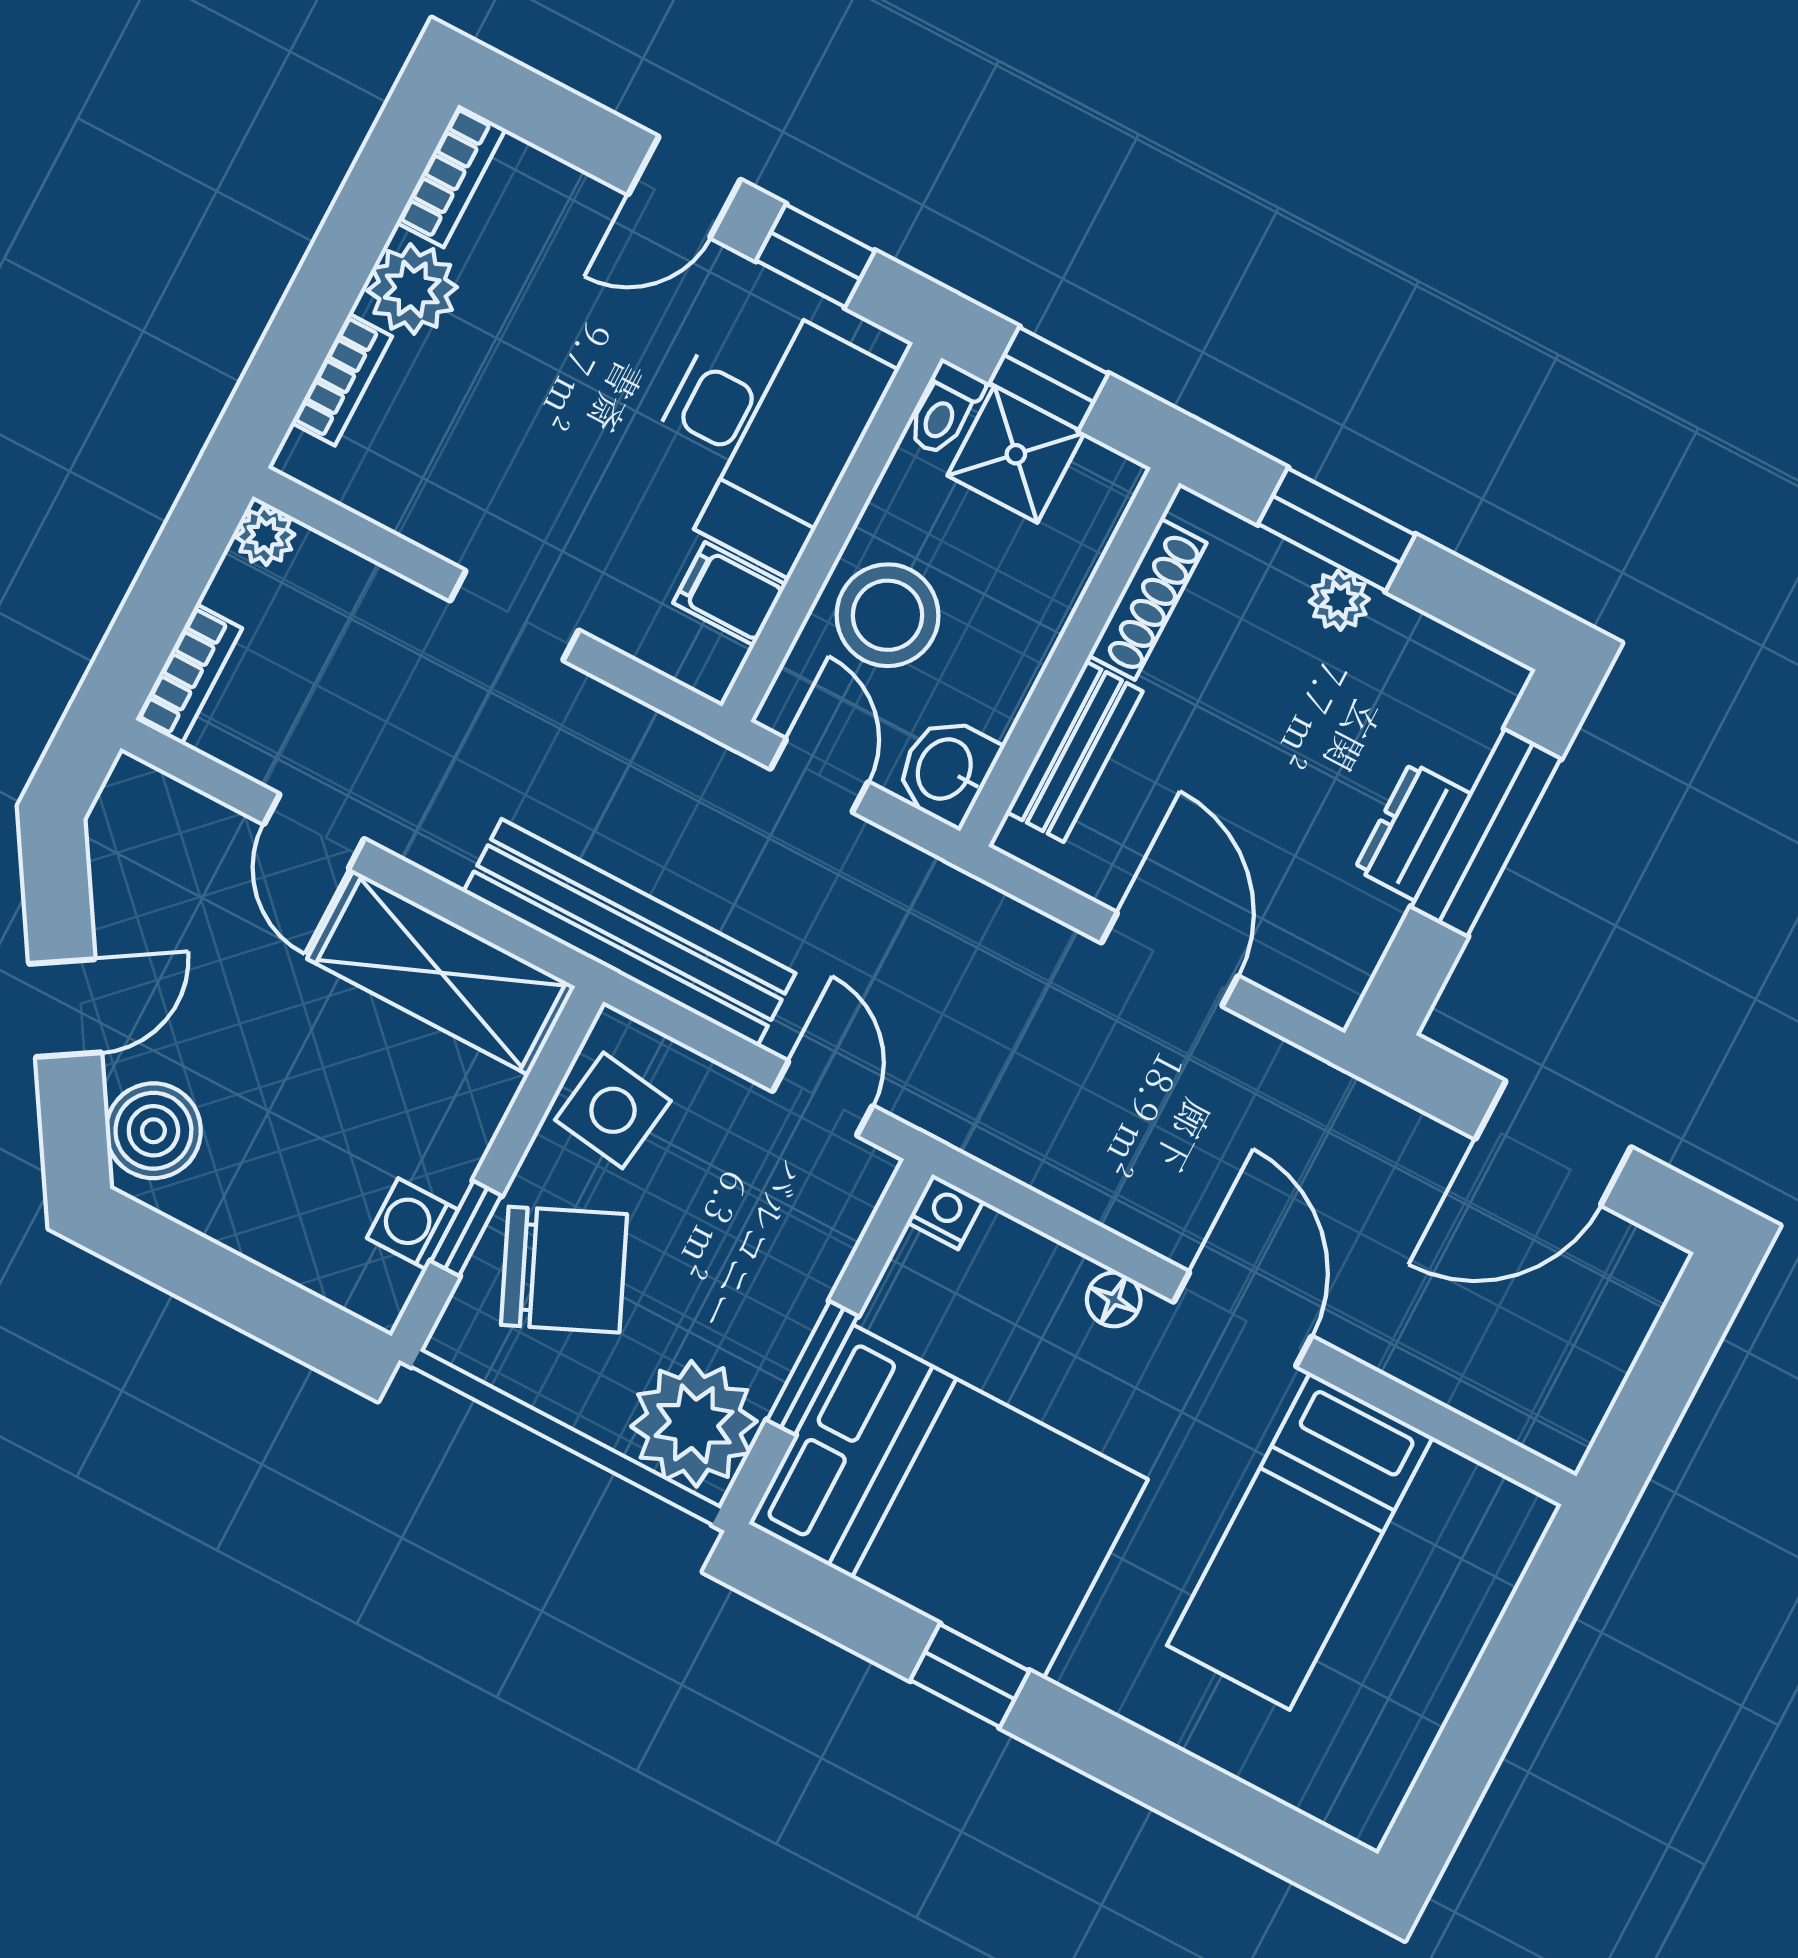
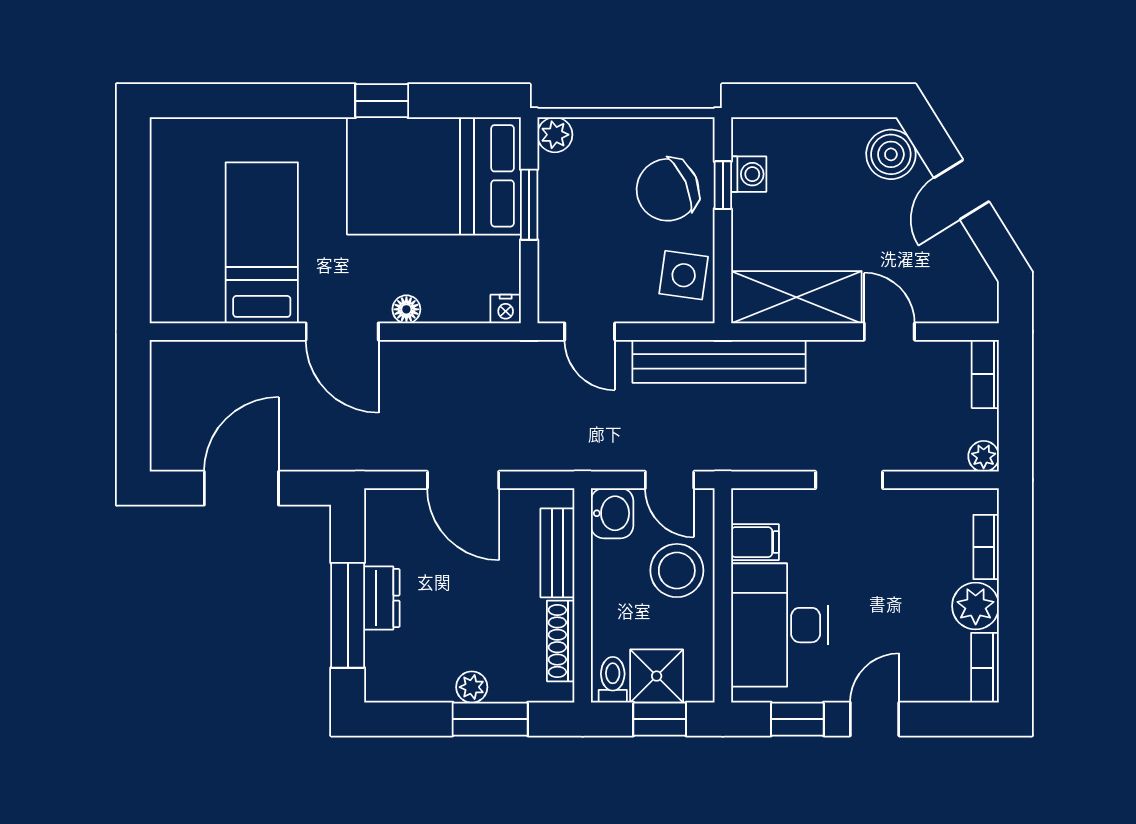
toilet: (945, 409) -> (613, 680), moved
plant: (694, 1424) -> (555, 135), width x0.53, depth x0.53

